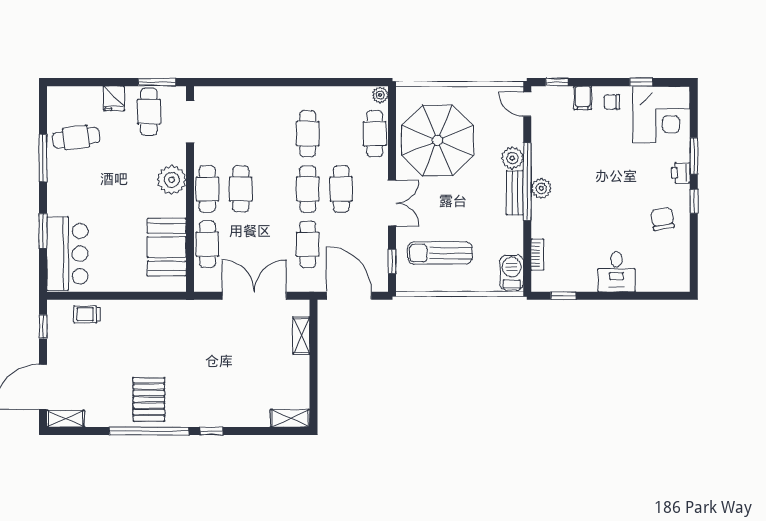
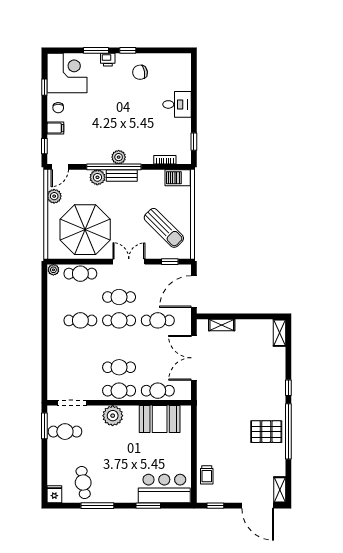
plant: (485, 96) -> (54, 196), added
fridge: (114, 98) -> (54, 494), moved, turned -90
sun lounger: (440, 253) -> (164, 228), turned -45

